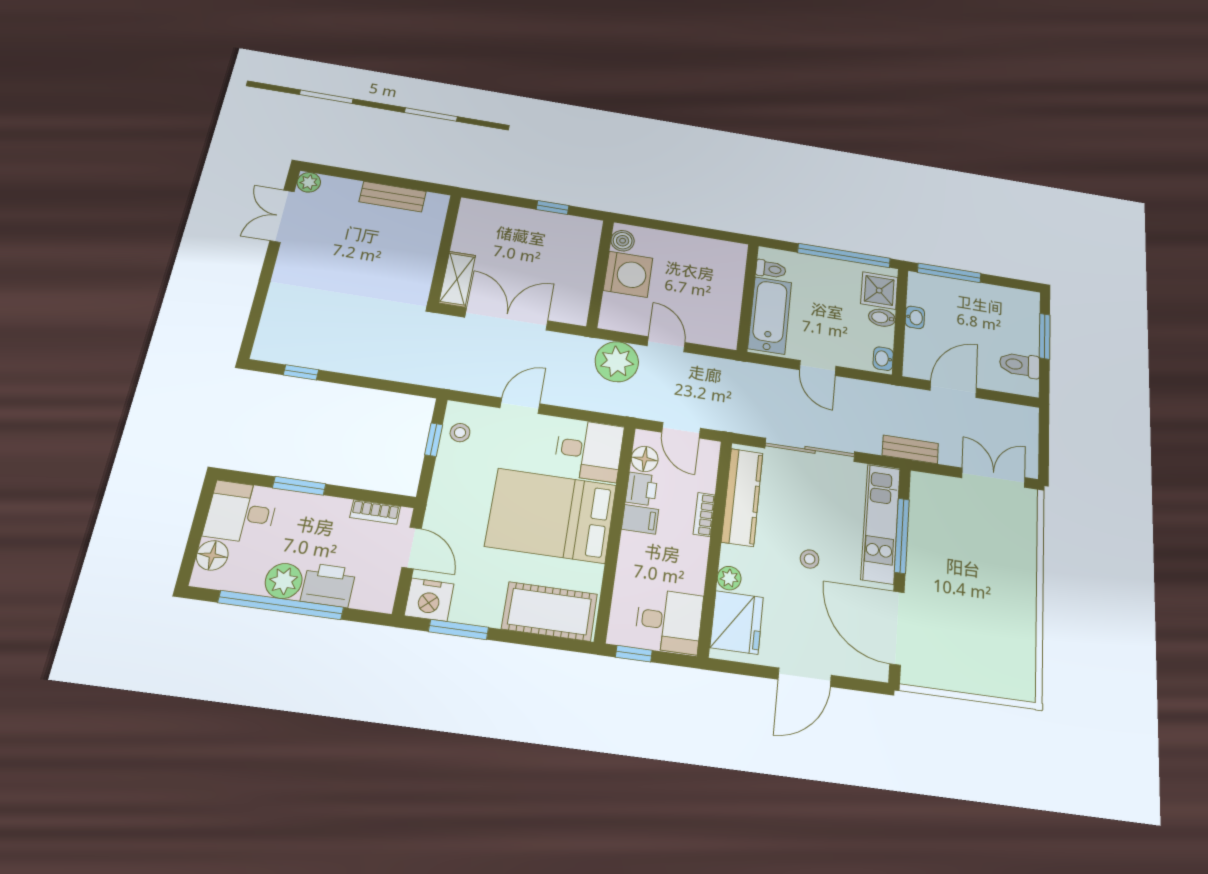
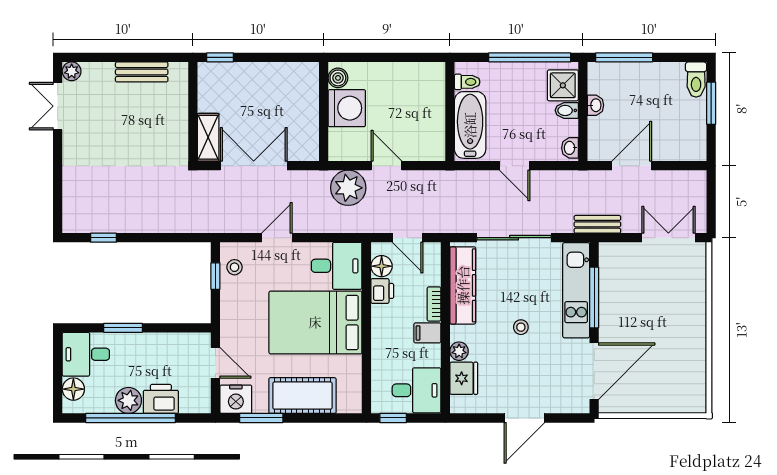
window: (553, 208) -> (220, 57), moved
toilet: (1020, 365) -> (696, 80), moved, turned -90
bookcase: (375, 512) -> (183, 339), removed
filing cabinet: (640, 519) -> (427, 333), moved, turned 180
cot: (550, 611) -> (302, 396), moved
fridge: (737, 622) -> (464, 378), width x0.73, depth x0.75
door: (897, 628) -> (594, 371), swing flipped

